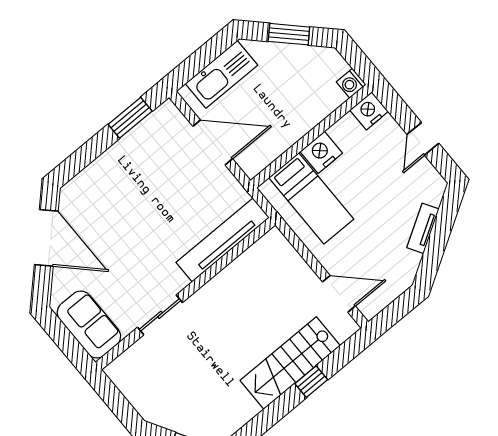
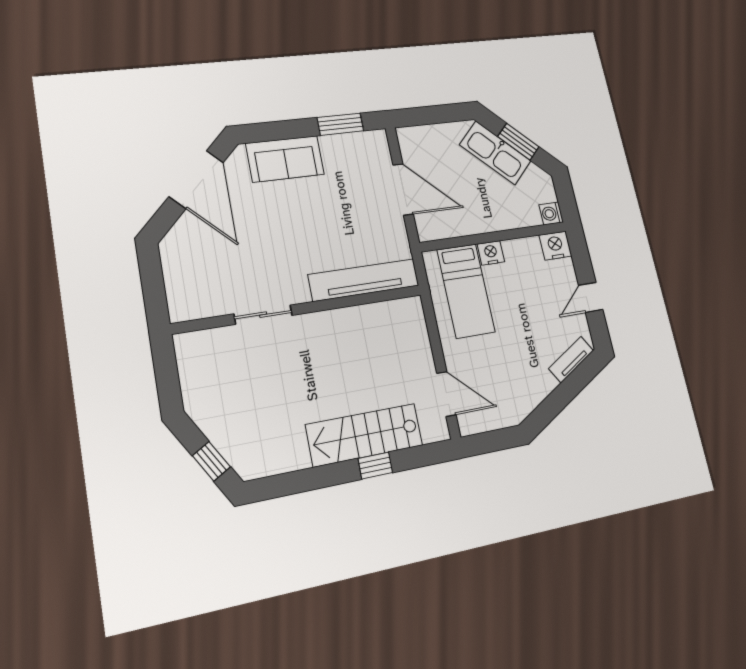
kitchen sink: (222, 74) -> (495, 153), moved, turned 45
nightstand: (321, 152) -> (491, 253), width x0.74, depth x0.75
tv unit: (423, 228) -> (571, 360), moved
sofa: (89, 325) -> (285, 159), moved, turned 90

